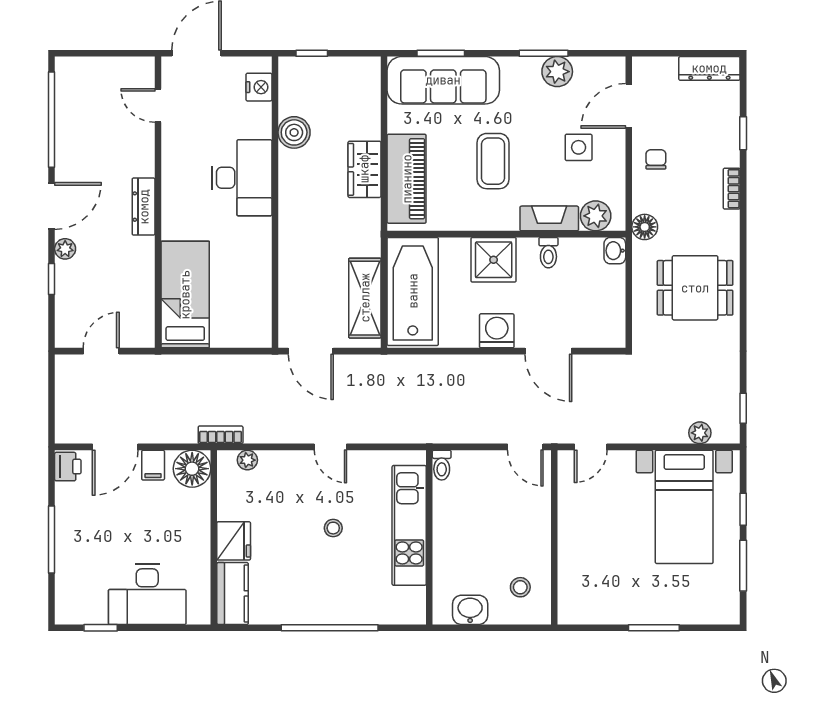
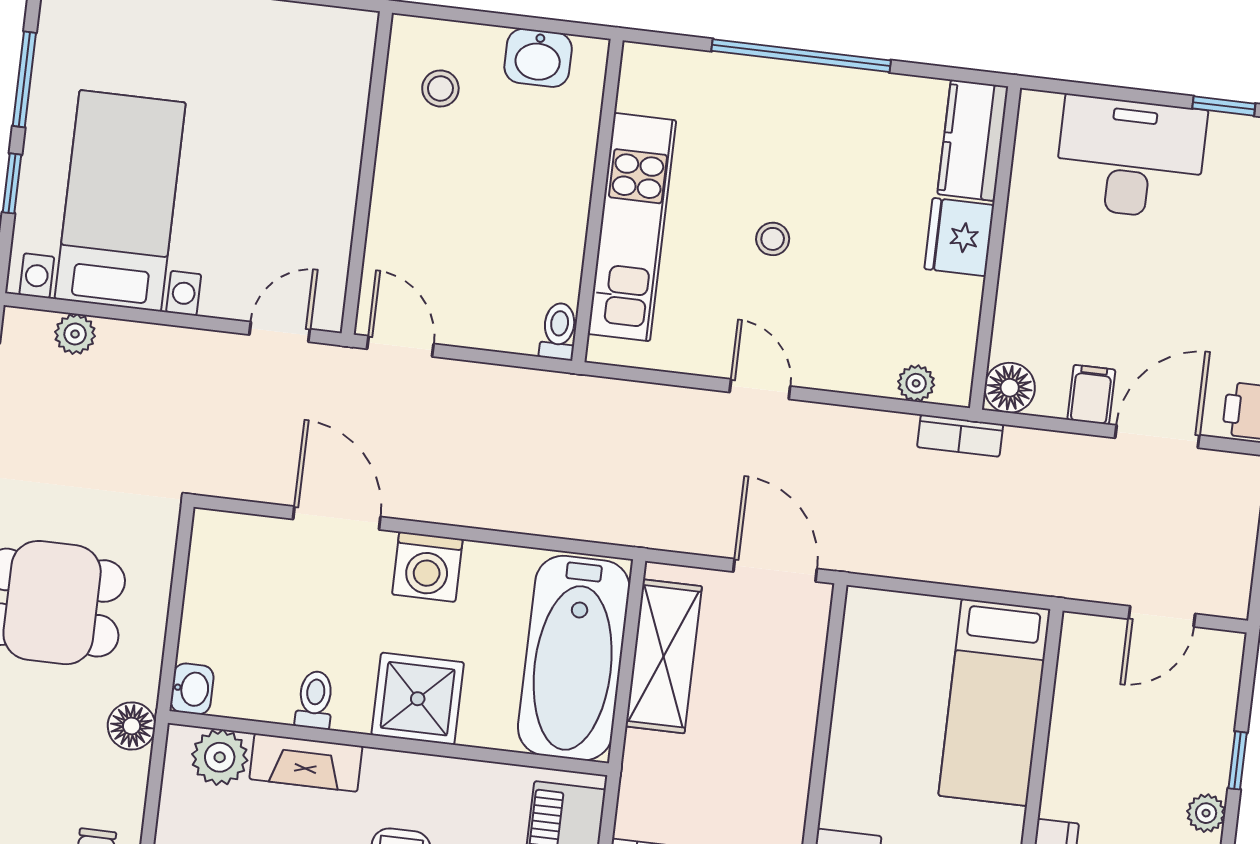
floor lamp: (192, 469) -> (1010, 388), width x0.73, depth x0.73

